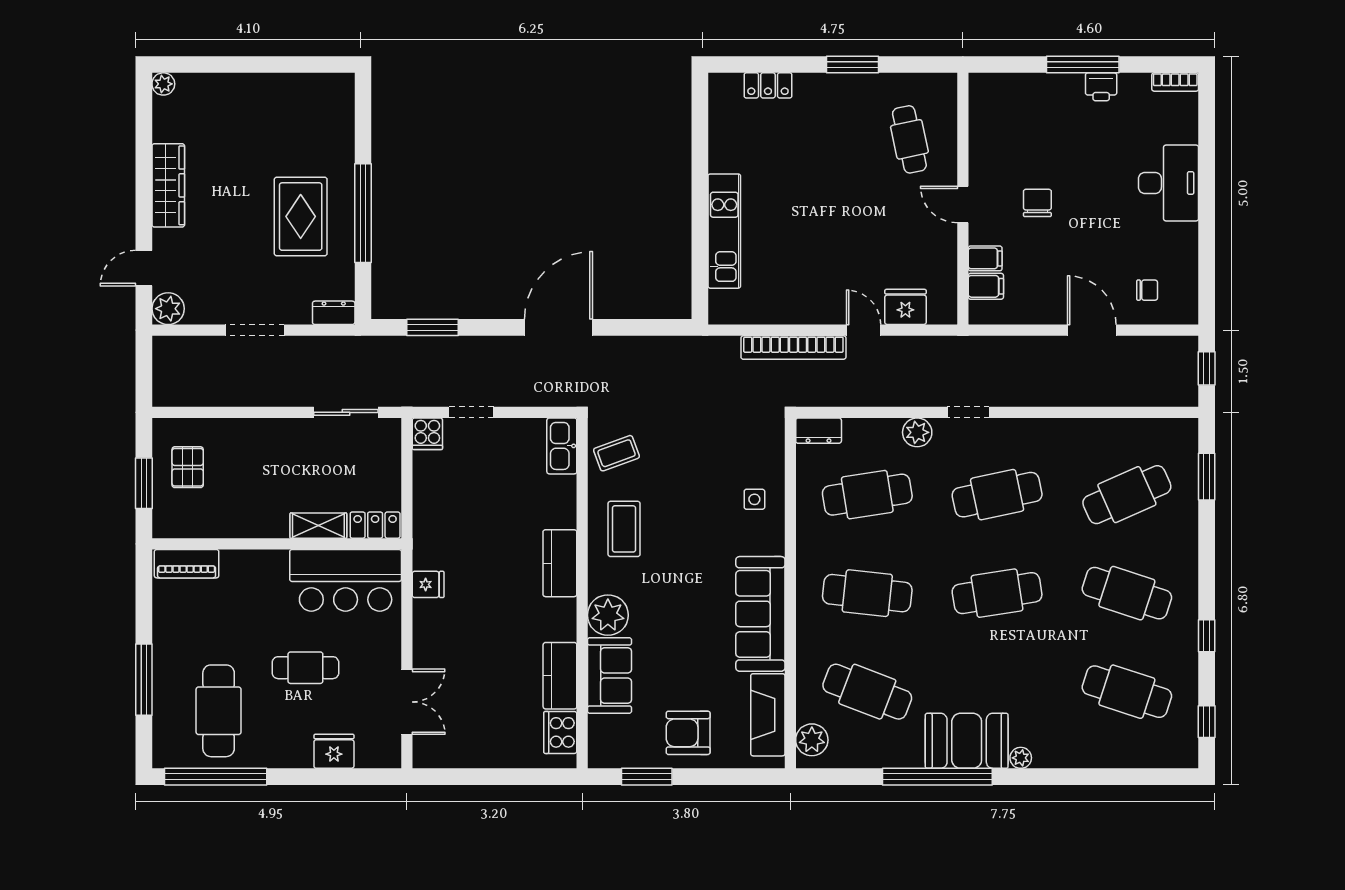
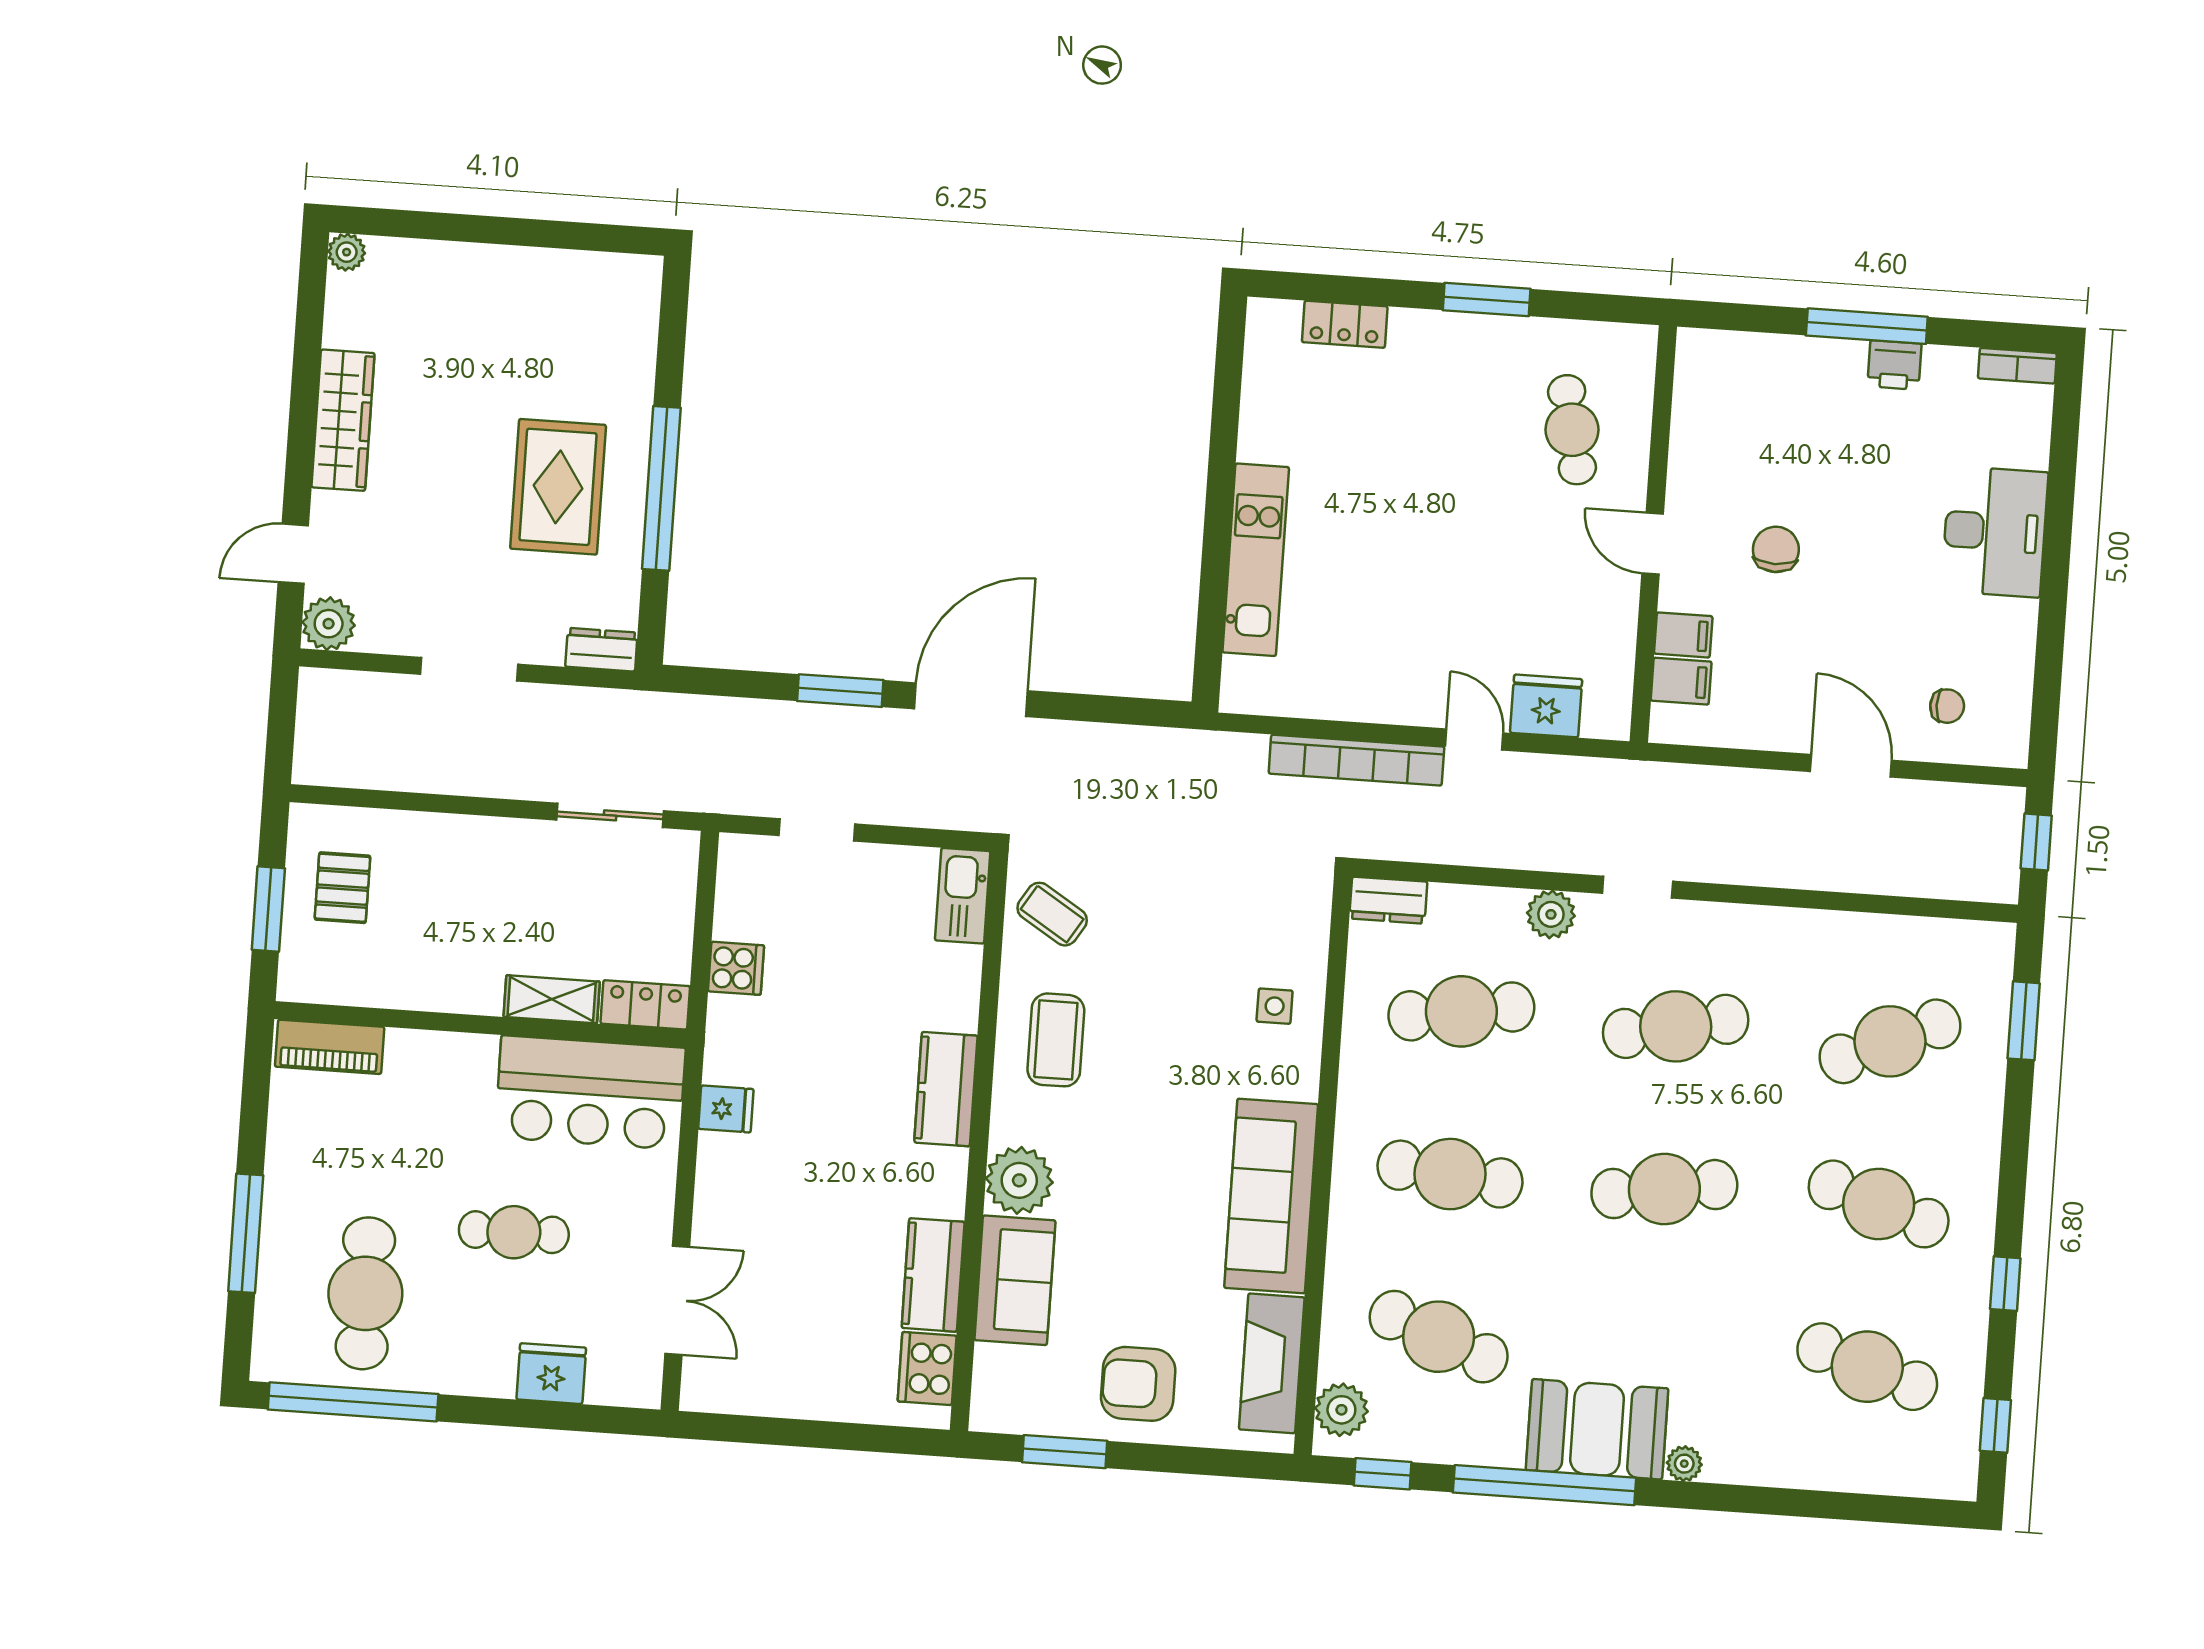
window: (433, 327) -> (840, 691), moved
cooker: (427, 434) -> (736, 968), moved, turned -90
coffee table: (616, 453) -> (1052, 914), turned 52
window: (839, 777) -> (1383, 1474), added

